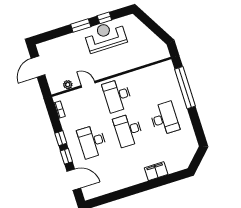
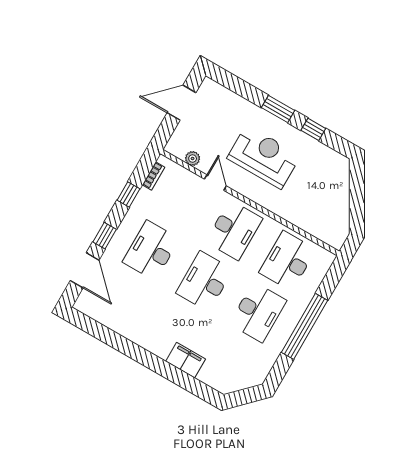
reception desk: (105, 36) -> (264, 157), moved
desk: (153, 84) -> (288, 261), added
window: (185, 88) -> (305, 326), moved
desk: (117, 95) -> (234, 230), turned 180
window: (61, 138) -> (129, 194), moved

